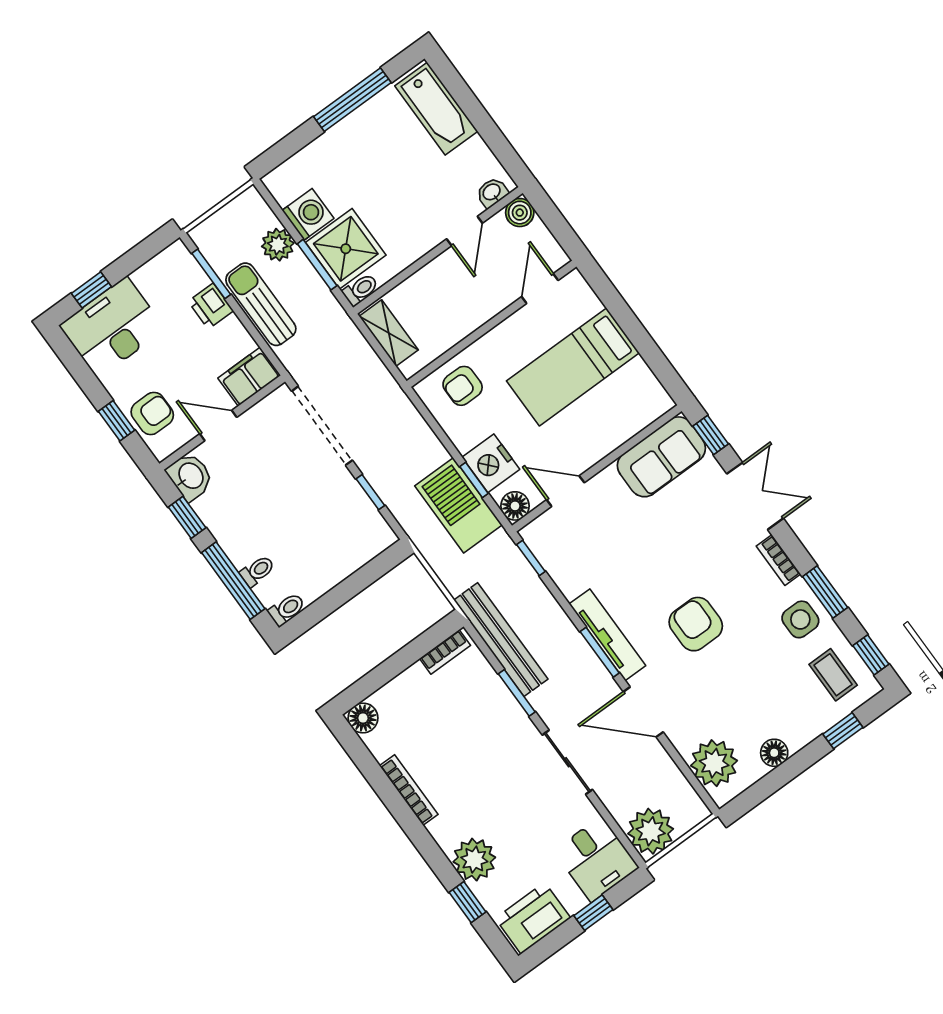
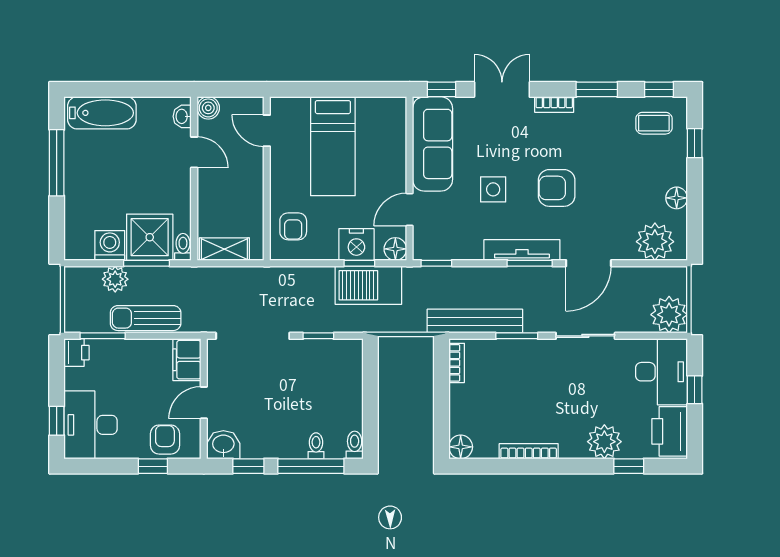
printer: (211, 306) -> (77, 353), moved, turned -90
sofa: (661, 457) -> (433, 144), width x1.36
side table: (800, 619) -> (493, 189), moved
desk: (596, 859) -> (661, 372), width x1.37

